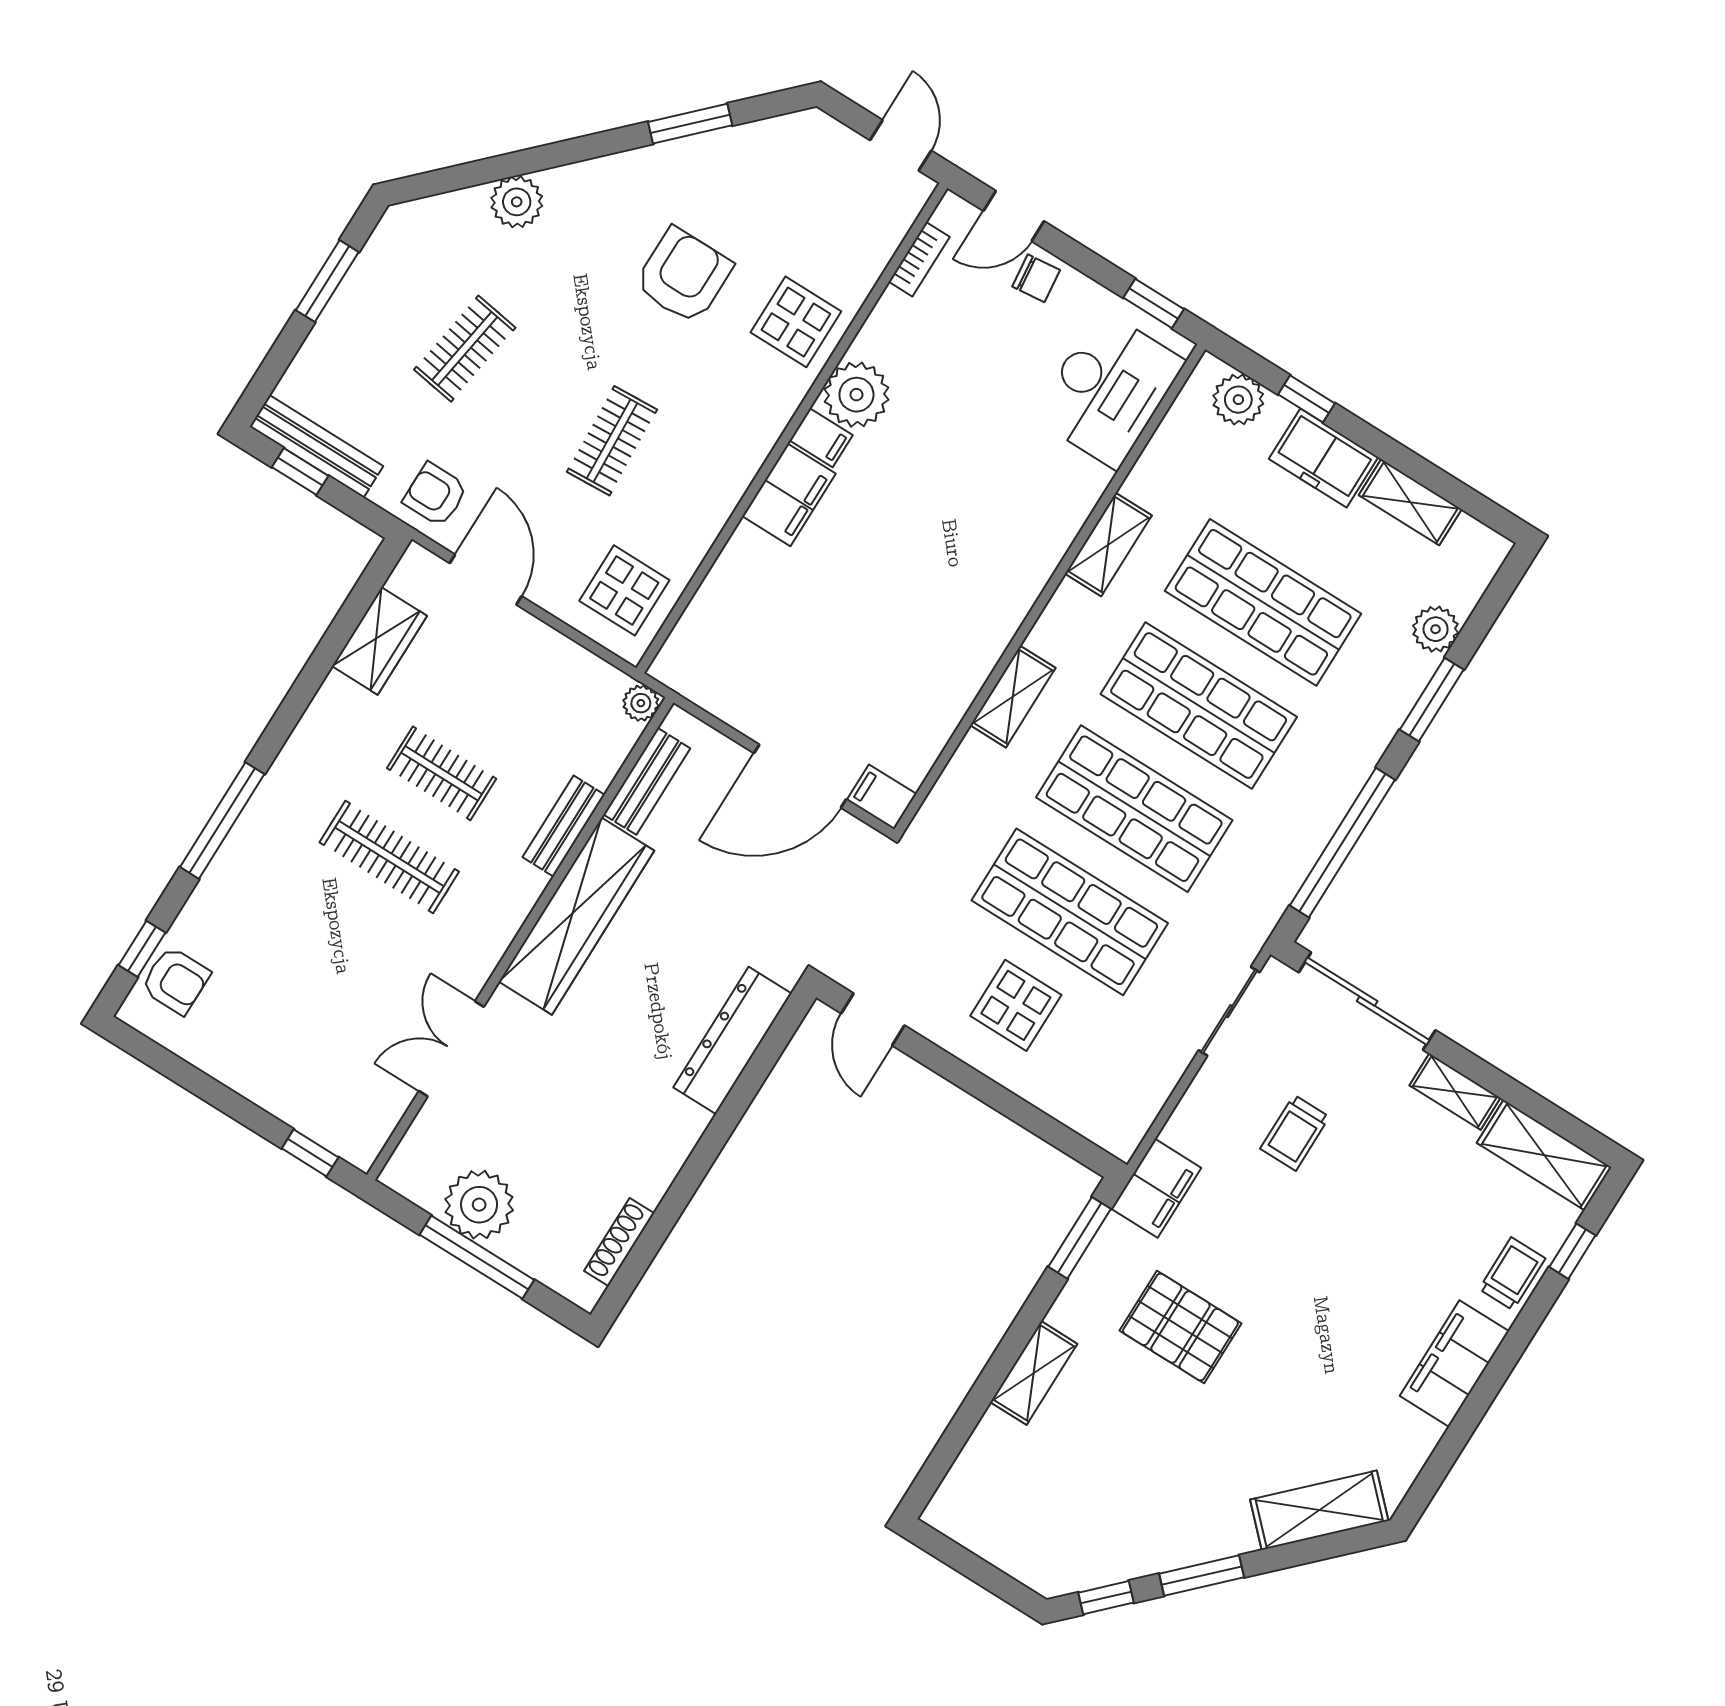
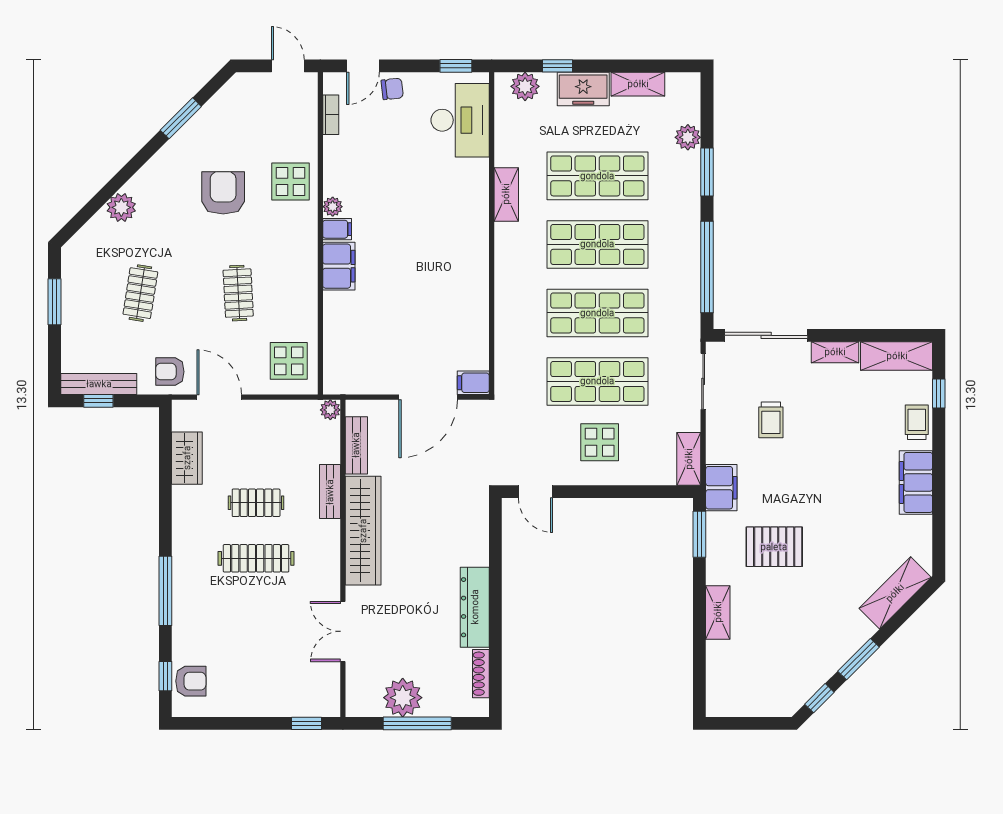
plant: (856, 395) -> (333, 207), width x0.53, depth x0.53
shelving: (1013, 697) -> (689, 459), moved
dresser: (733, 1041) -> (475, 607), moved

